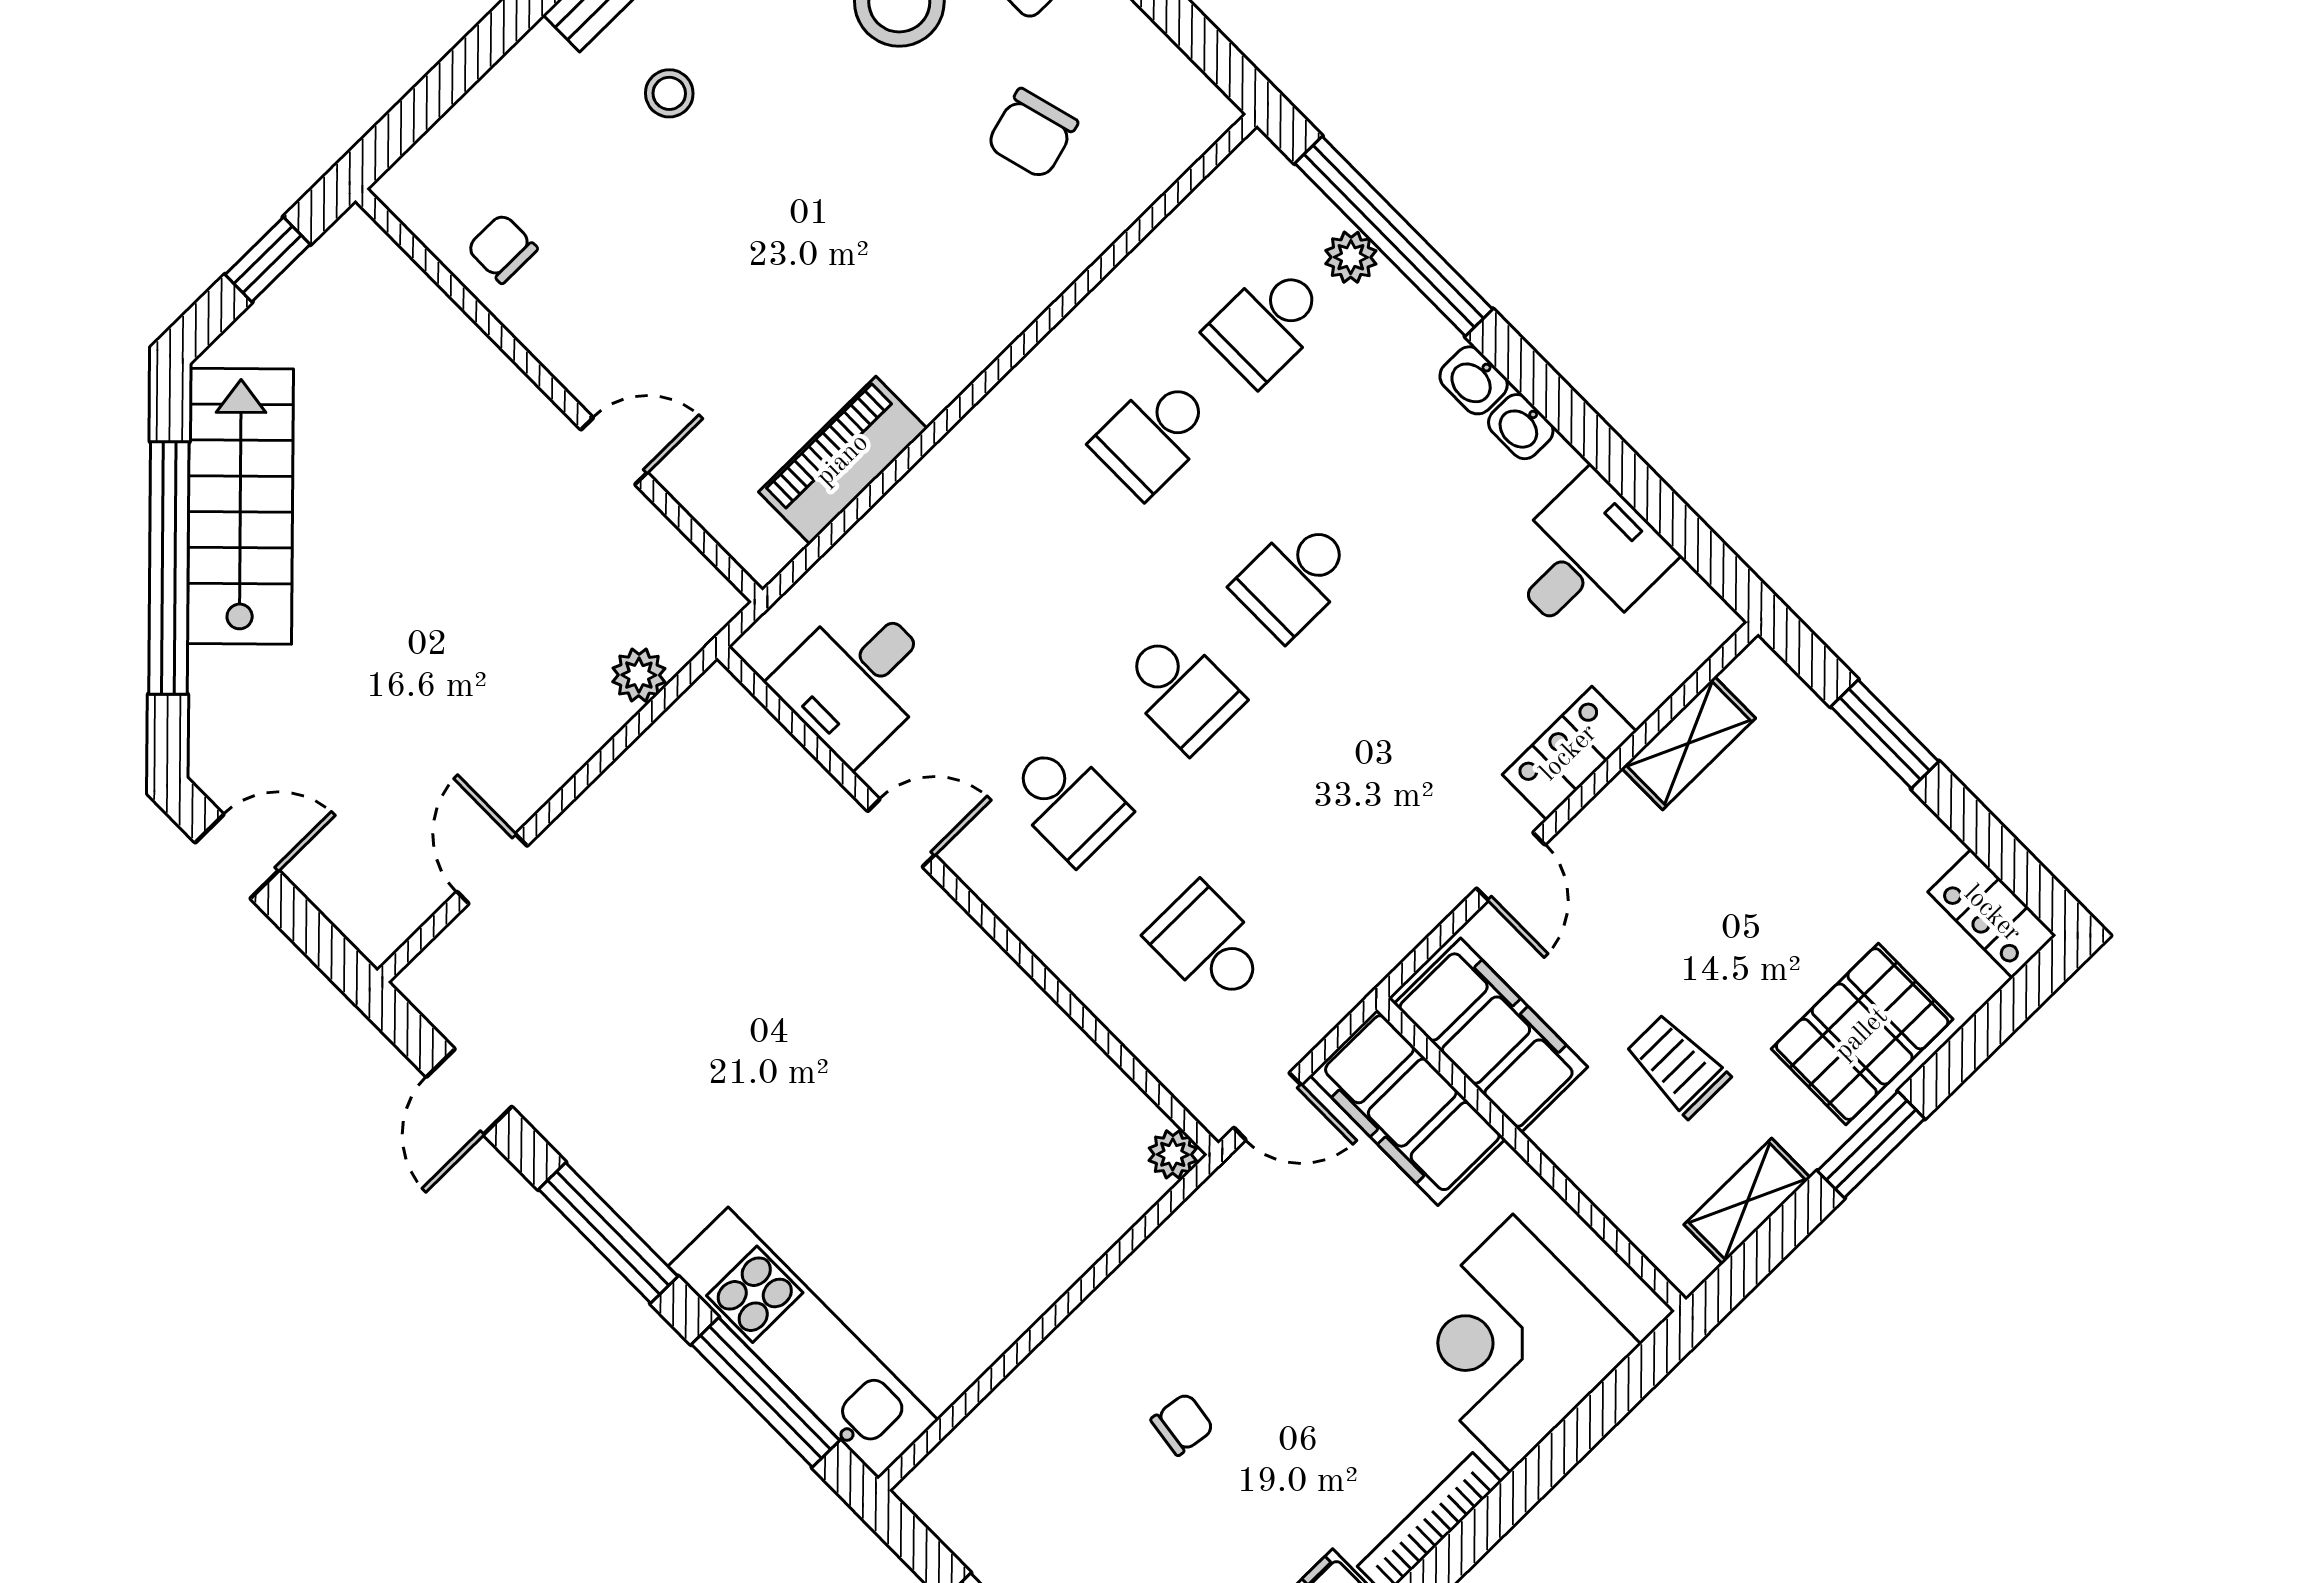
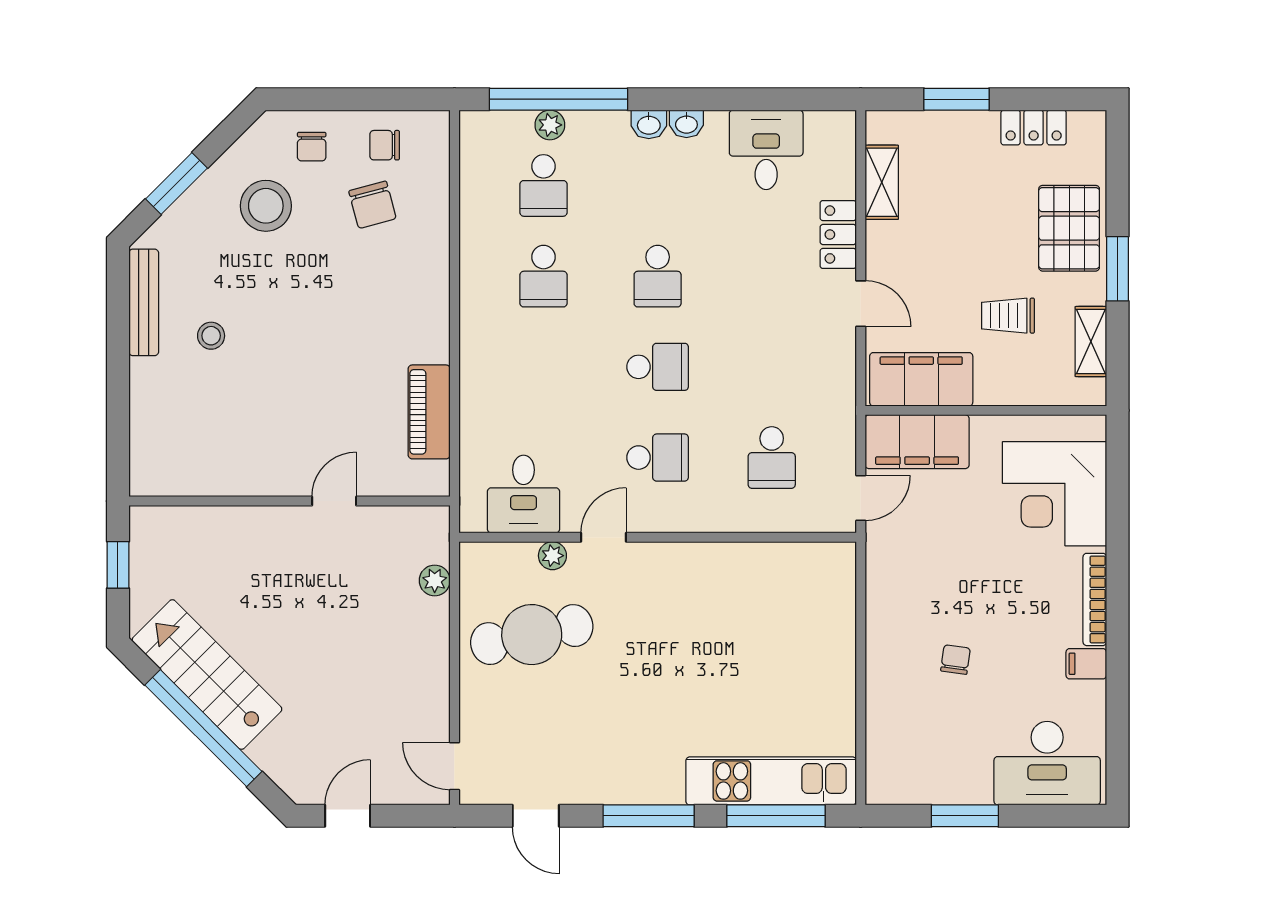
chair: (502, 248) -> (385, 145), moved
cafe table: (691, 863) -> (532, 635), added
door: (492, 869) -> (454, 766), moved
locker: (1992, 914) -> (1034, 127), moved
school desk: (1208, 945) -> (772, 458), turned -90
plant: (1173, 1154) -> (552, 556), moved

